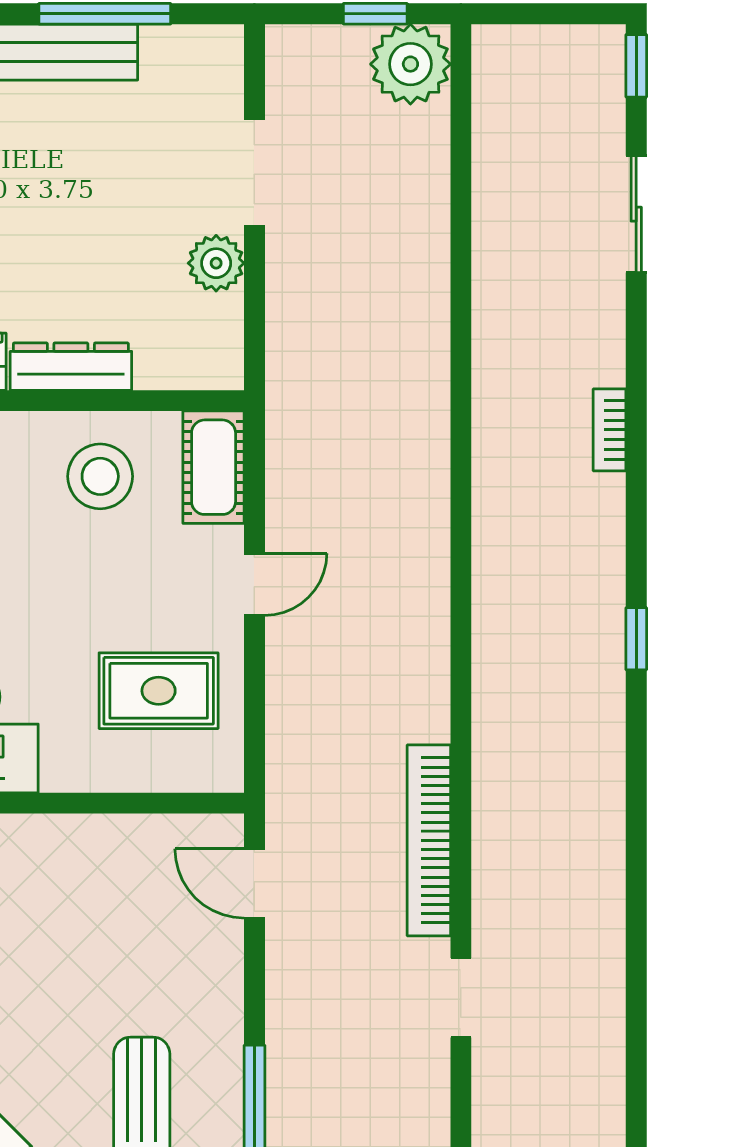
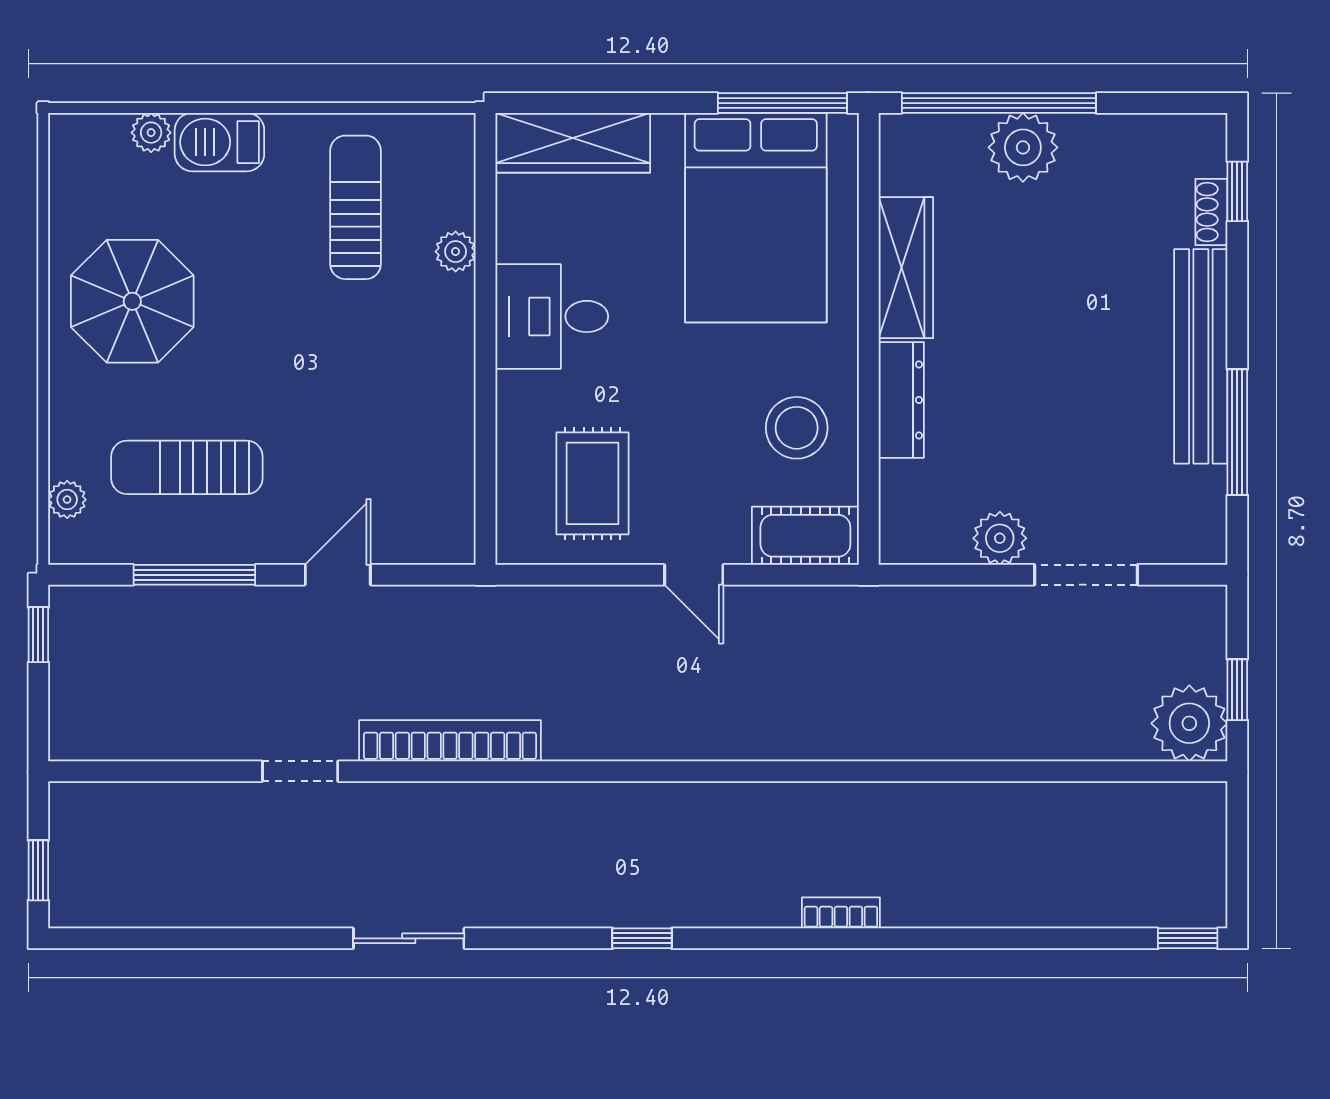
sliding door: (636, 214) -> (409, 938), moved
door: (254, 883) -> (338, 575), moved

